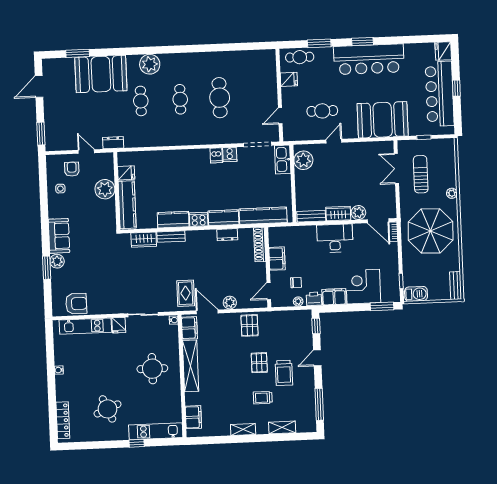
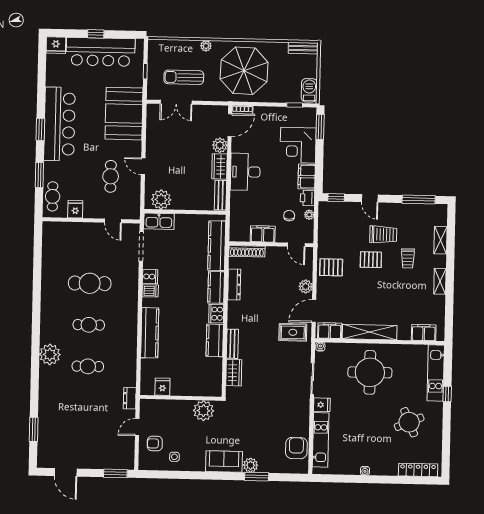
booth: (101, 74) -> (57, 406), removed
plant: (105, 189) -> (204, 411), moved
kitchen counter: (127, 205) -> (150, 333), moved, turned 90
dresser: (227, 235) -> (234, 285), width x1.44
round table: (152, 369) -> (370, 372), width x1.36, depth x1.36

